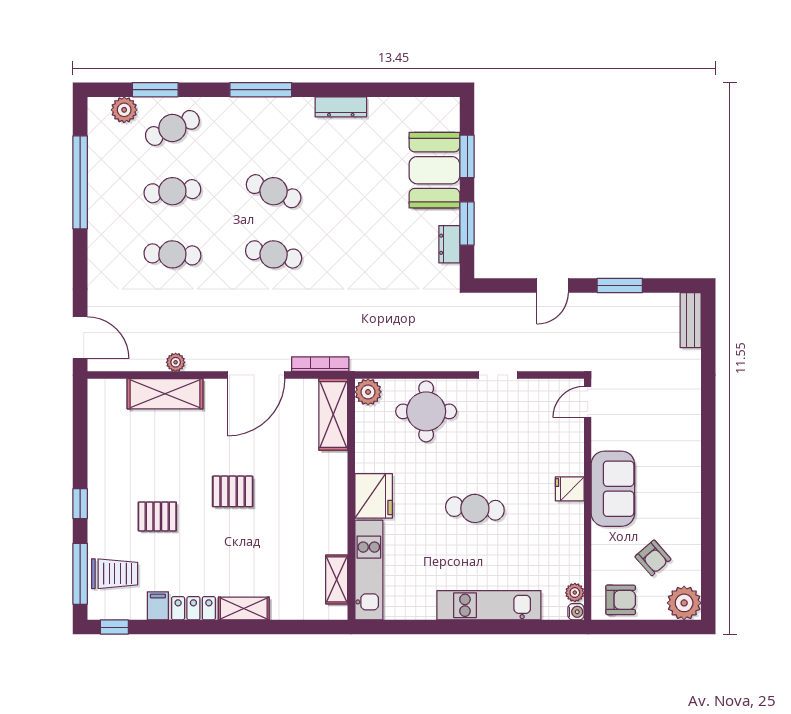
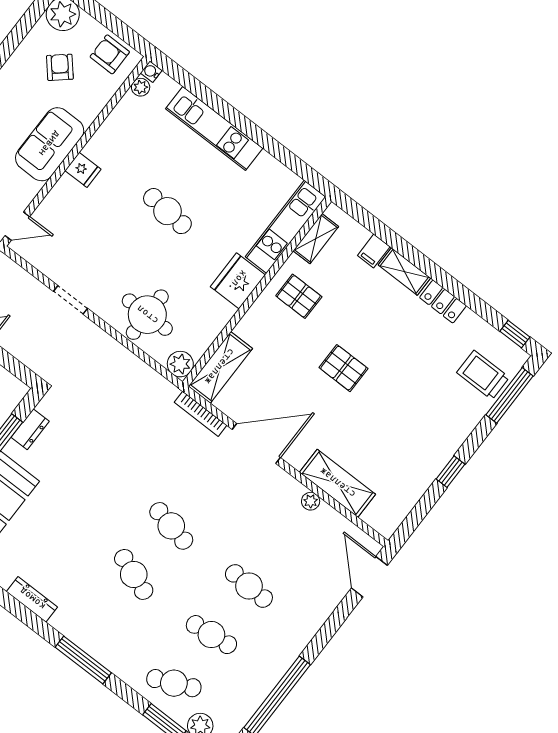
window: (80, 504) -> (451, 472), moved
pallet: (157, 516) -> (299, 296), moved
filing cabinet: (158, 606) -> (374, 251), moved

